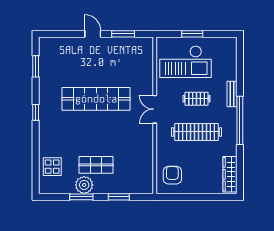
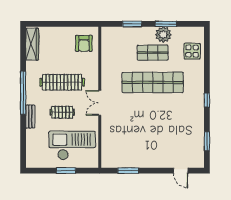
door: (93, 34) -> (181, 171), moved
shop shelf: (96, 99) -> (153, 82), moved
double door: (155, 109) -> (100, 103), swing flipped

